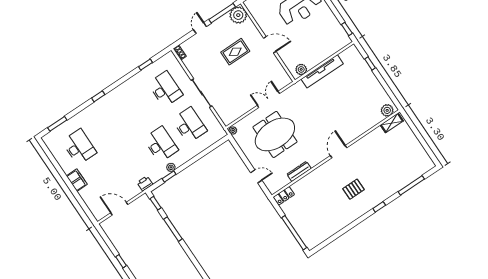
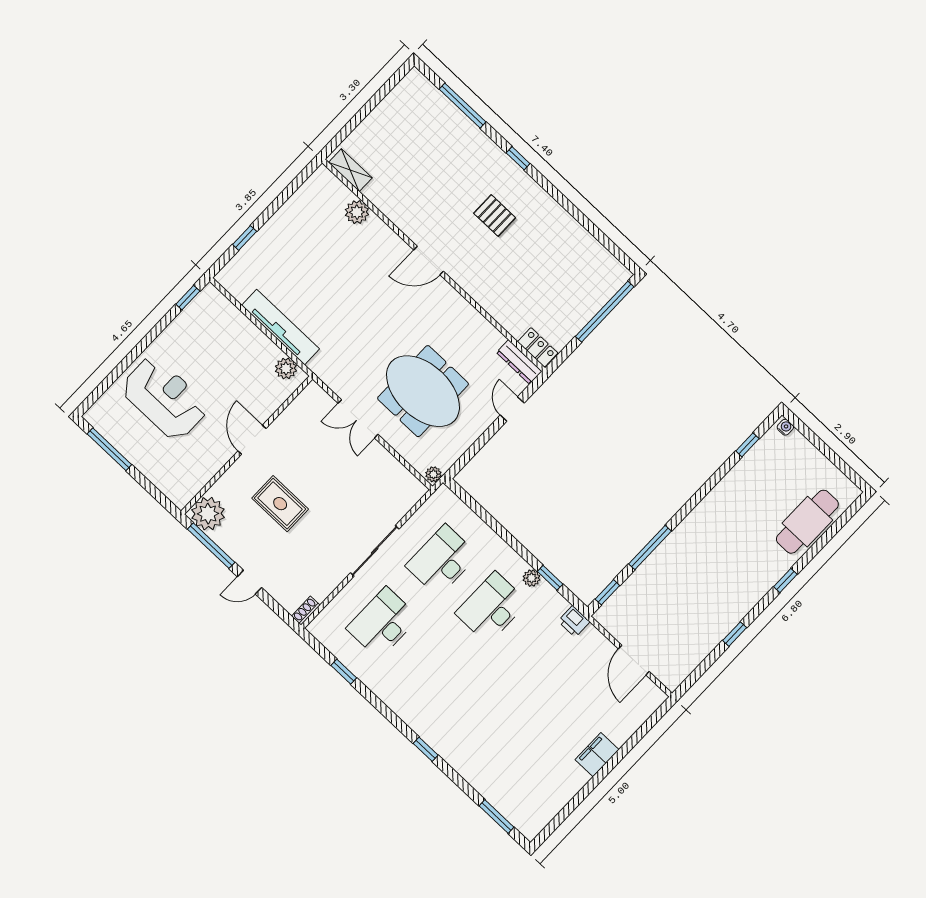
plant: (387, 110) -> (357, 212), moved
desk: (79, 147) -> (532, 764), removed
dresser: (299, 171) -> (519, 362), moved

